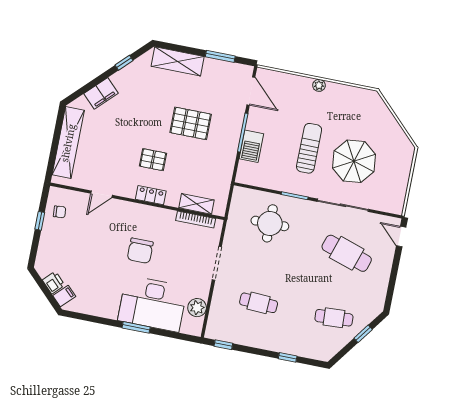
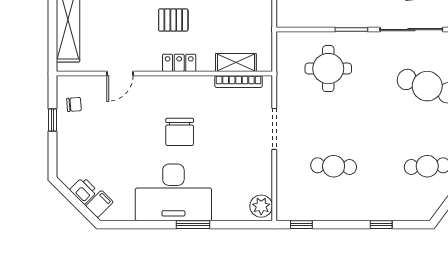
desk: (152, 304) -> (173, 192), moved
plant: (197, 308) -> (261, 206), moved

